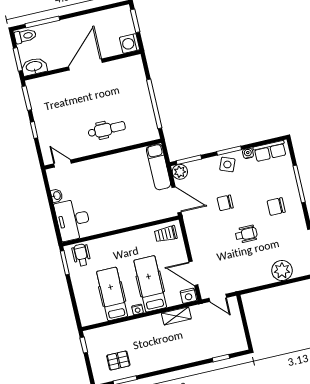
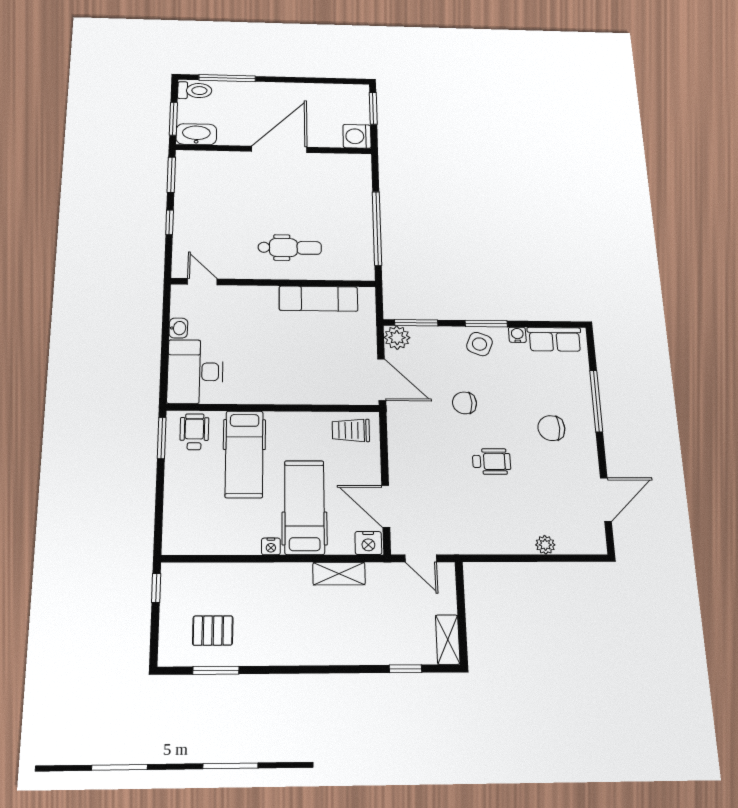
exam couch: (159, 167) -> (318, 299), moved, turned -90
plant: (282, 270) -> (545, 545), width x0.53, depth x0.53
hospital bed: (112, 294) -> (244, 454), moved, turned 180
shelving: (240, 338) -> (448, 639), added

